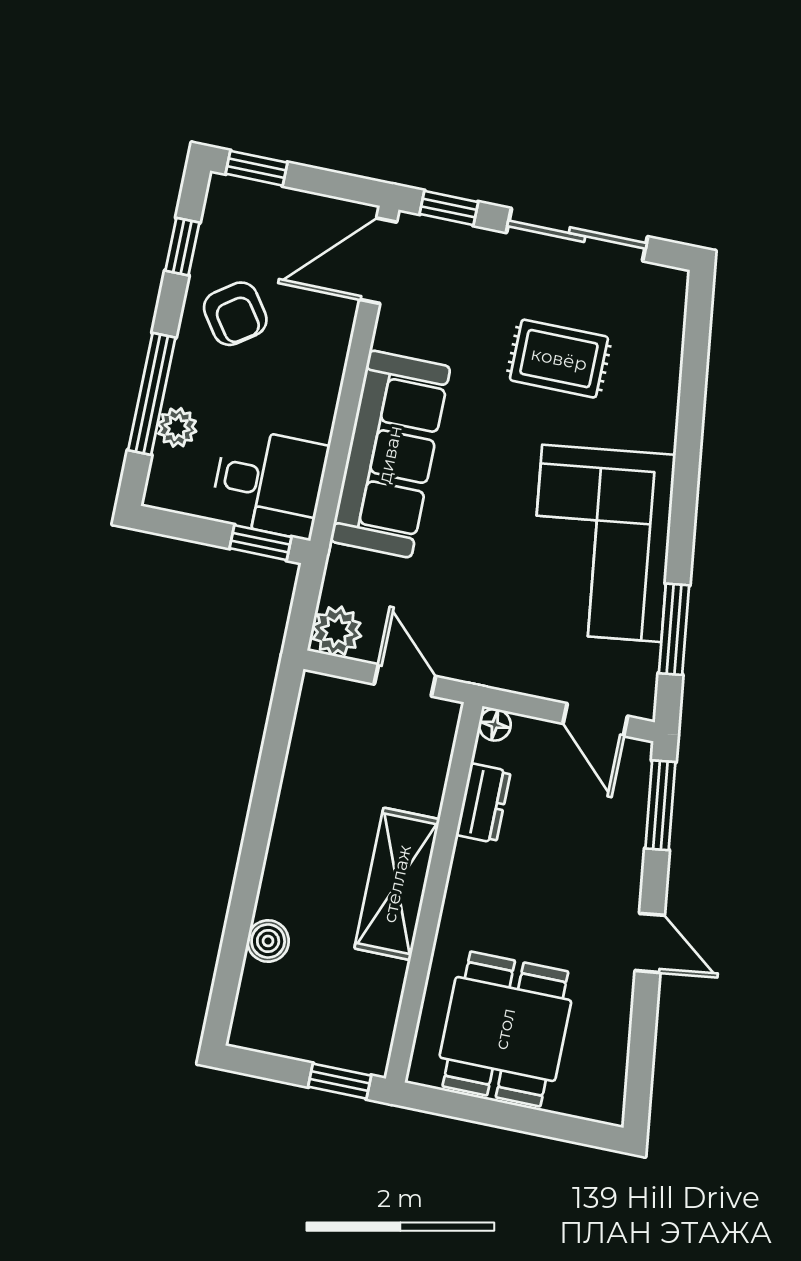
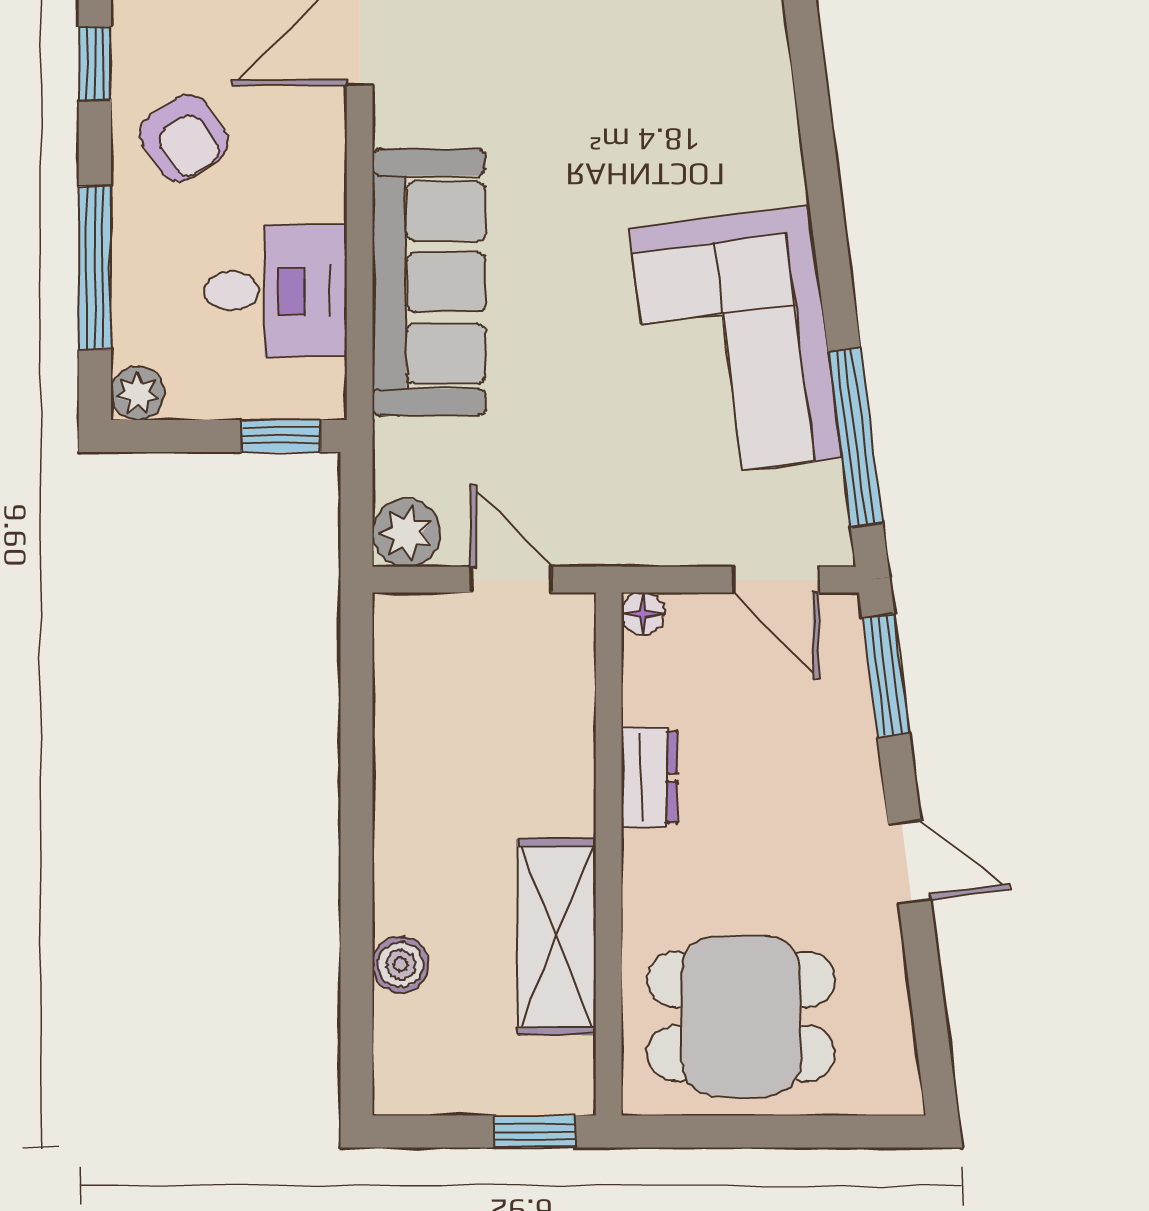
rug: (559, 359) -> (627, 108), removed
plant: (177, 427) -> (138, 393), moved
desk: (269, 483) -> (276, 291), moved
window: (674, 629) -> (855, 437), width x1.44
dresser: (483, 803) -> (649, 777), moved
shelving: (397, 884) -> (557, 937), moved
dining table: (505, 1029) -> (741, 1016), turned 90

